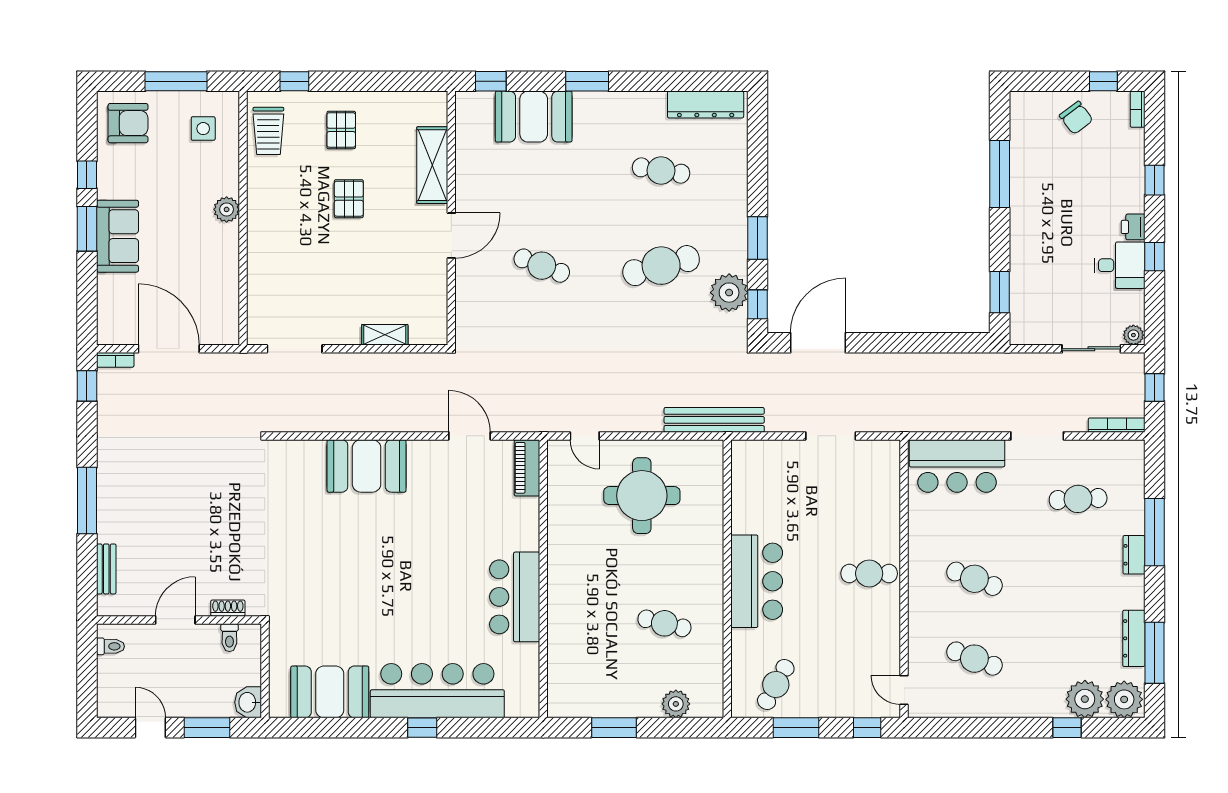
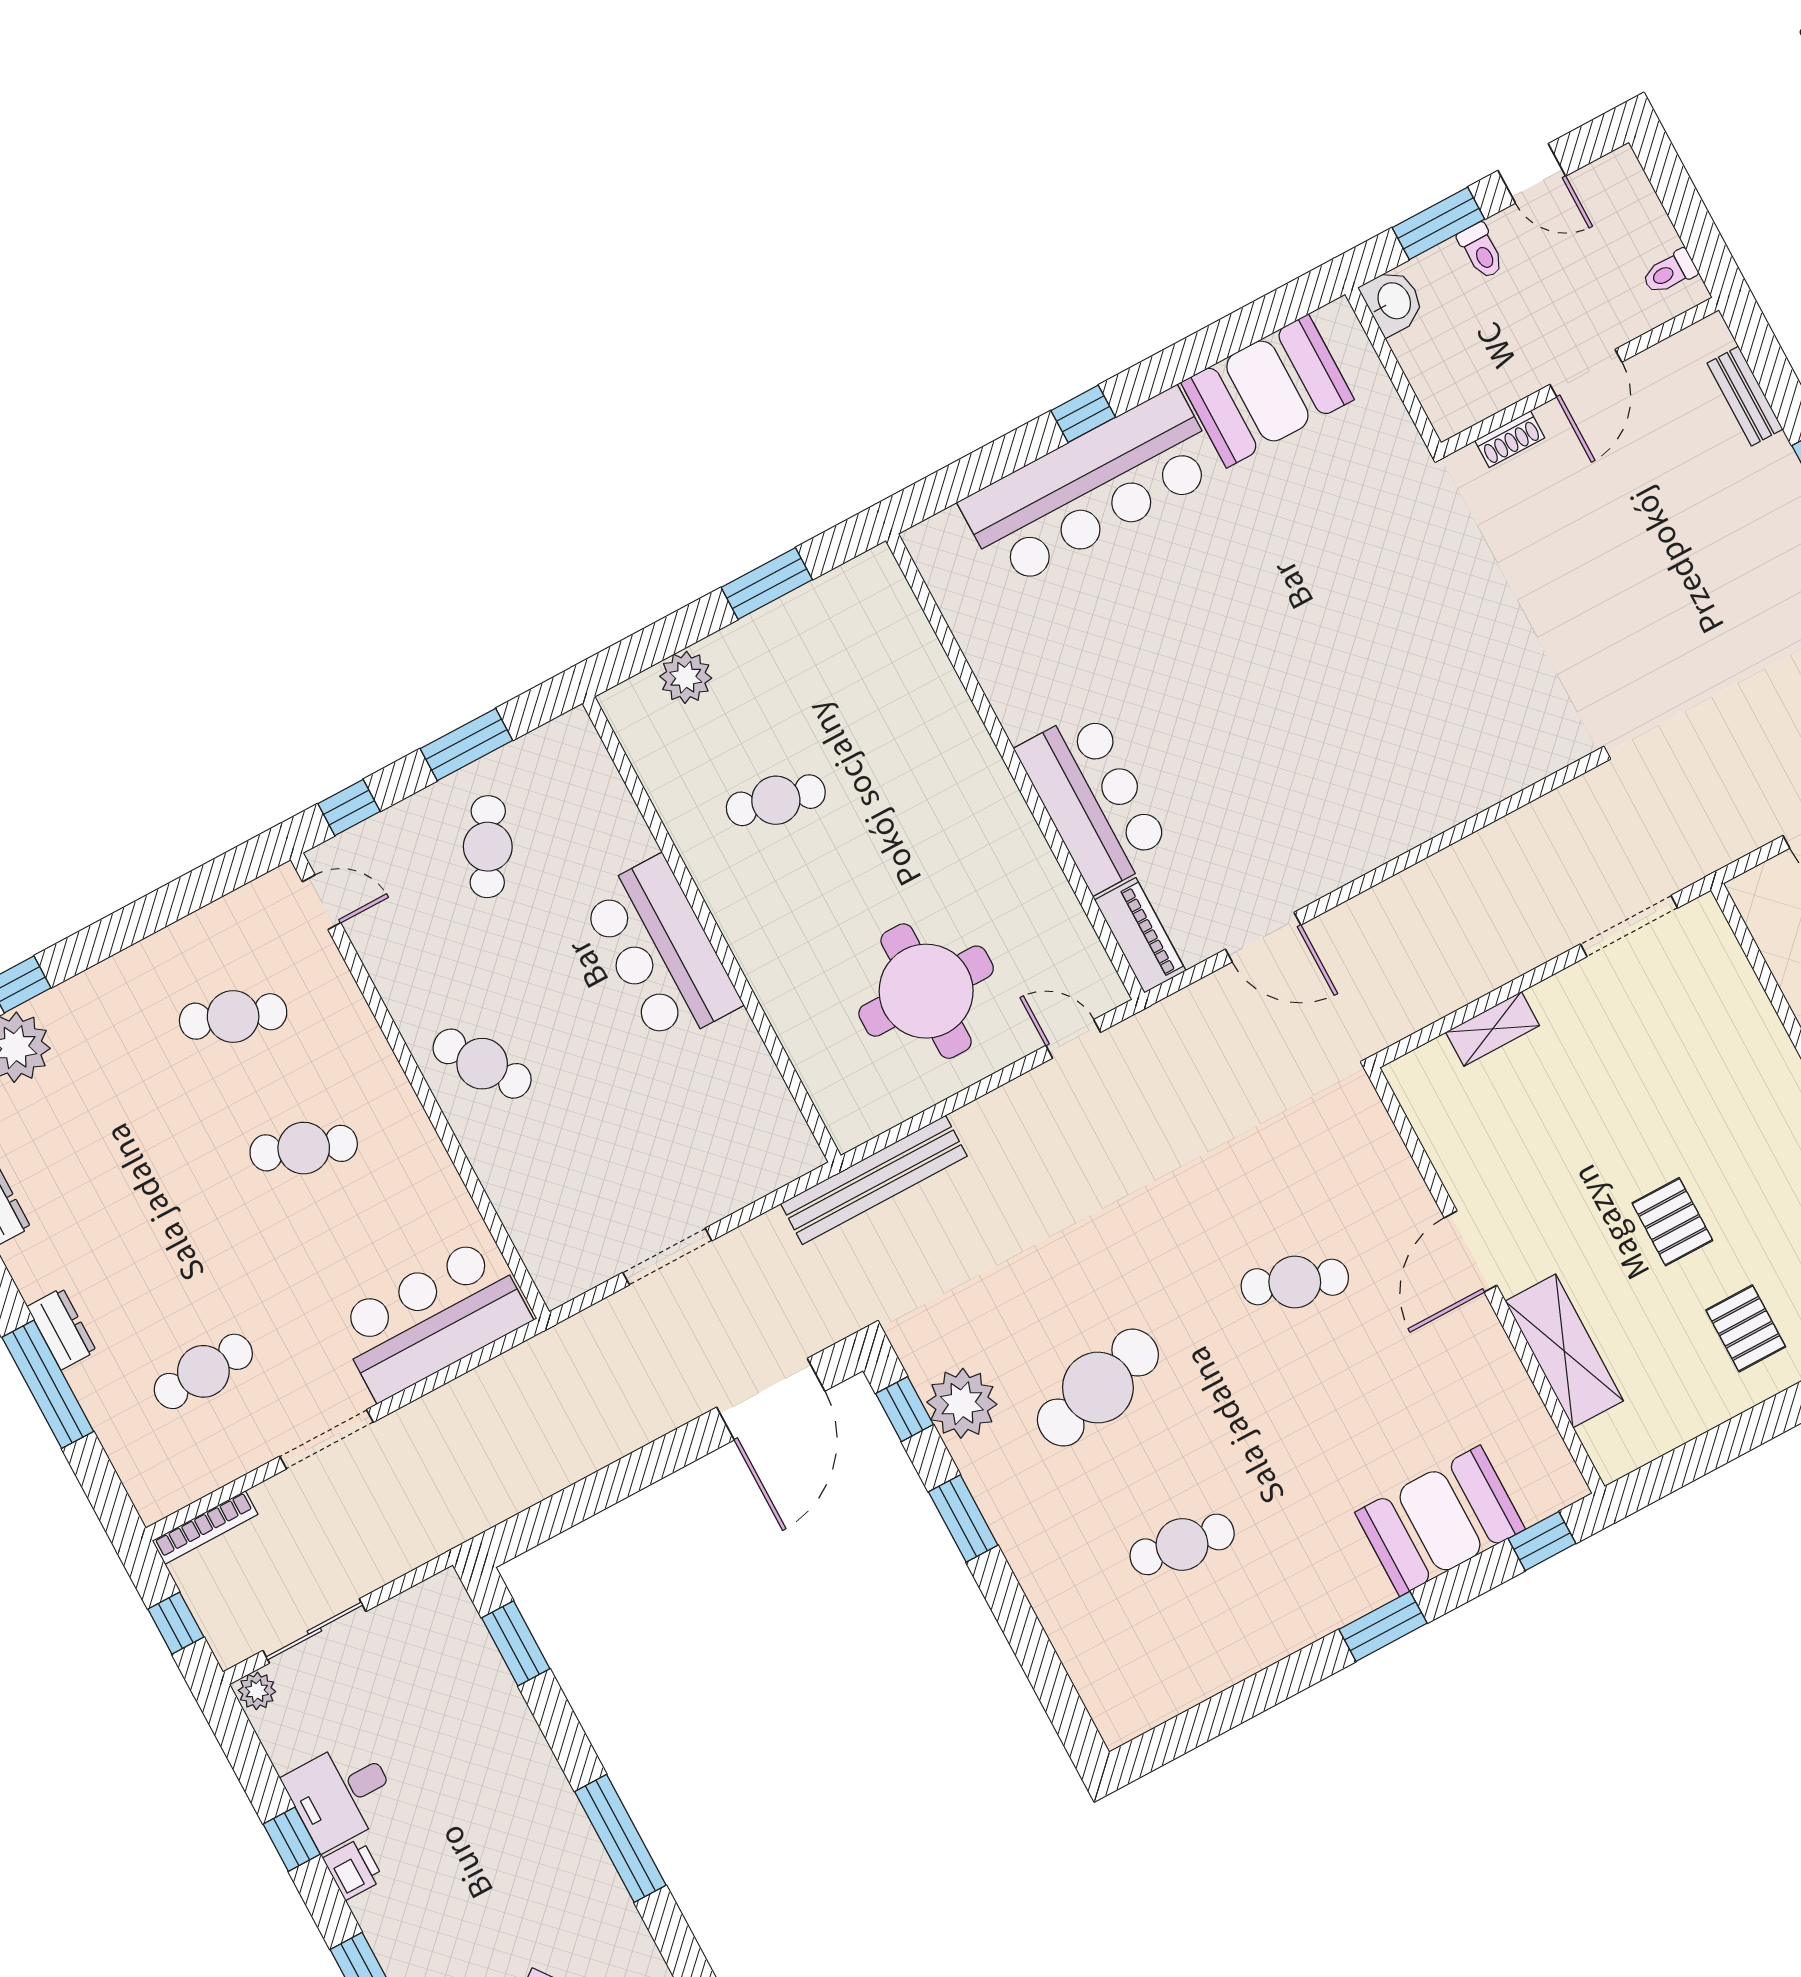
dresser: (706, 104) -> (1167, 1693), removed
booth: (367, 466) -> (1407, 796), removed
cafe table: (869, 573) -> (482, 1064), turned 56
bar counter: (515, 597) -> (1094, 800), moved
toilet: (229, 638) -> (1481, 251), moved, turned 180
cafe table: (776, 685) -> (488, 847), moved

